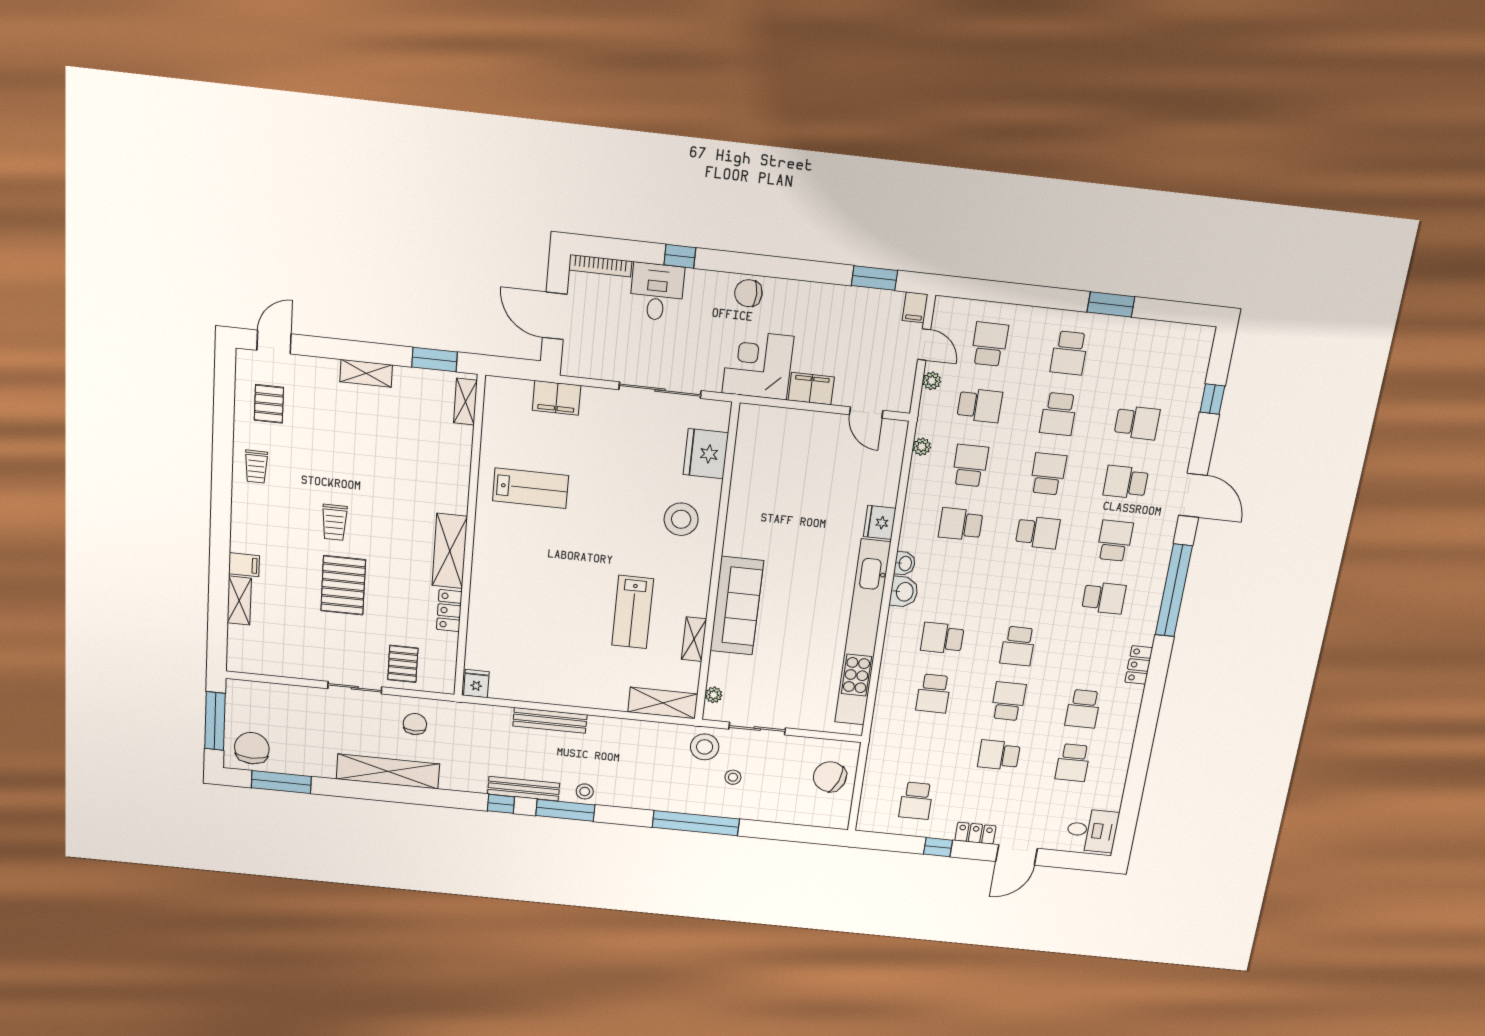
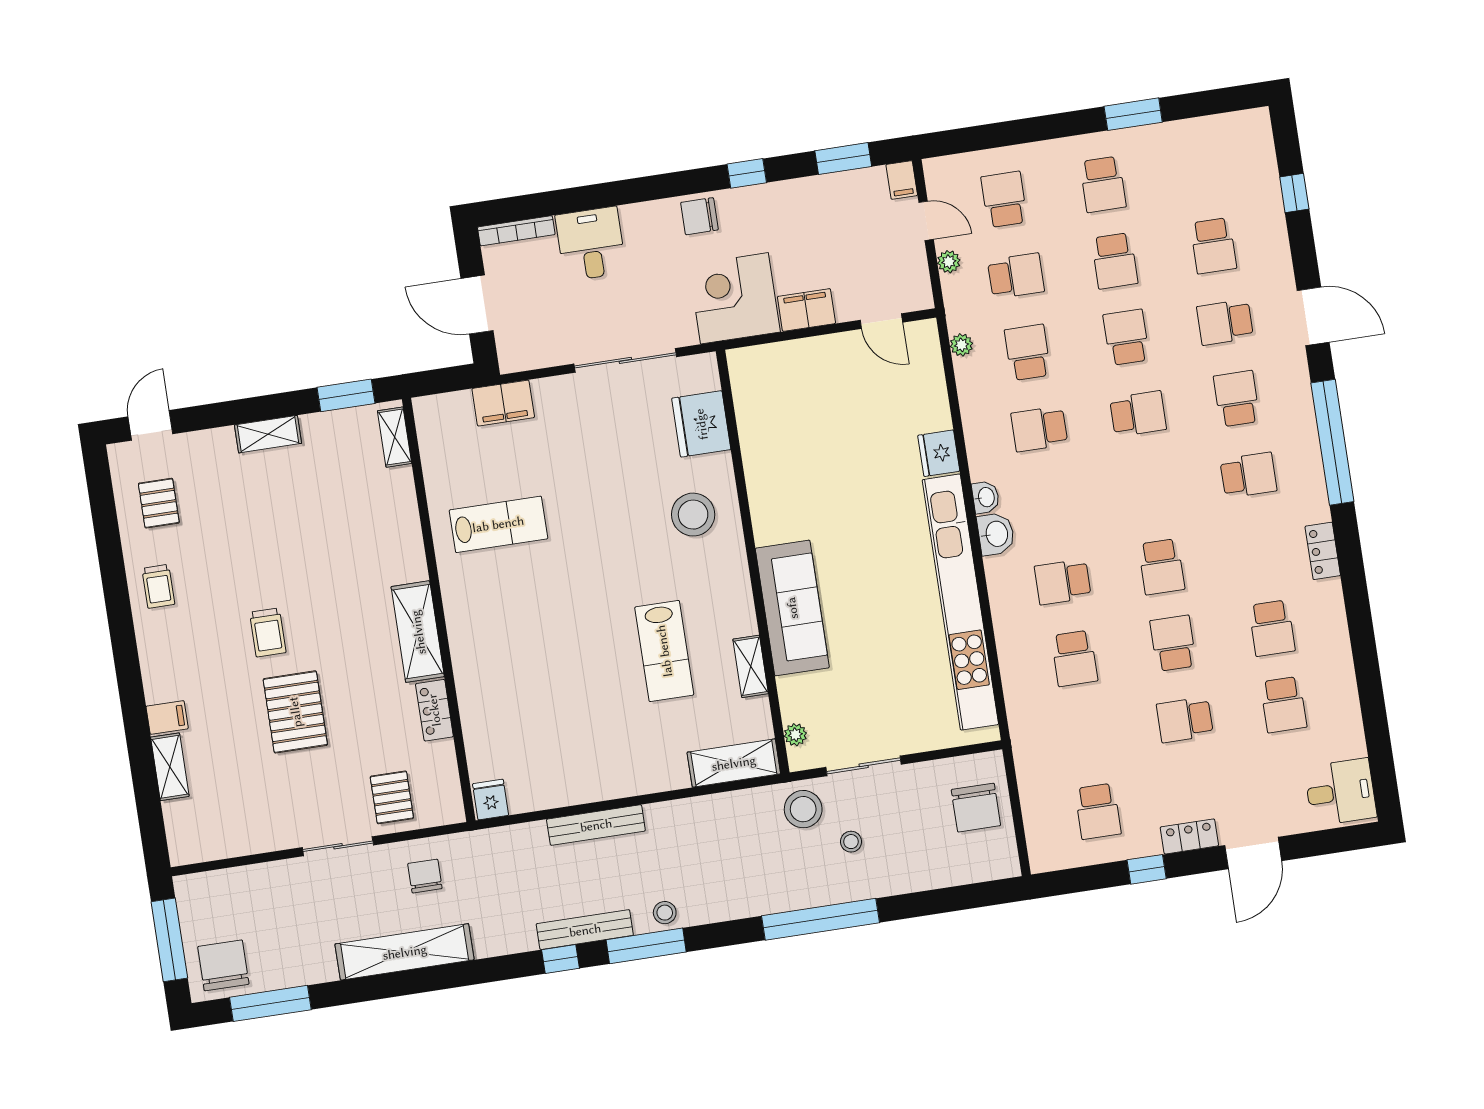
window: (680, 256) -> (747, 173), moved
school desk: (1137, 423) -> (1213, 246), turned 90
chair: (830, 777) -> (976, 808), turned -111

